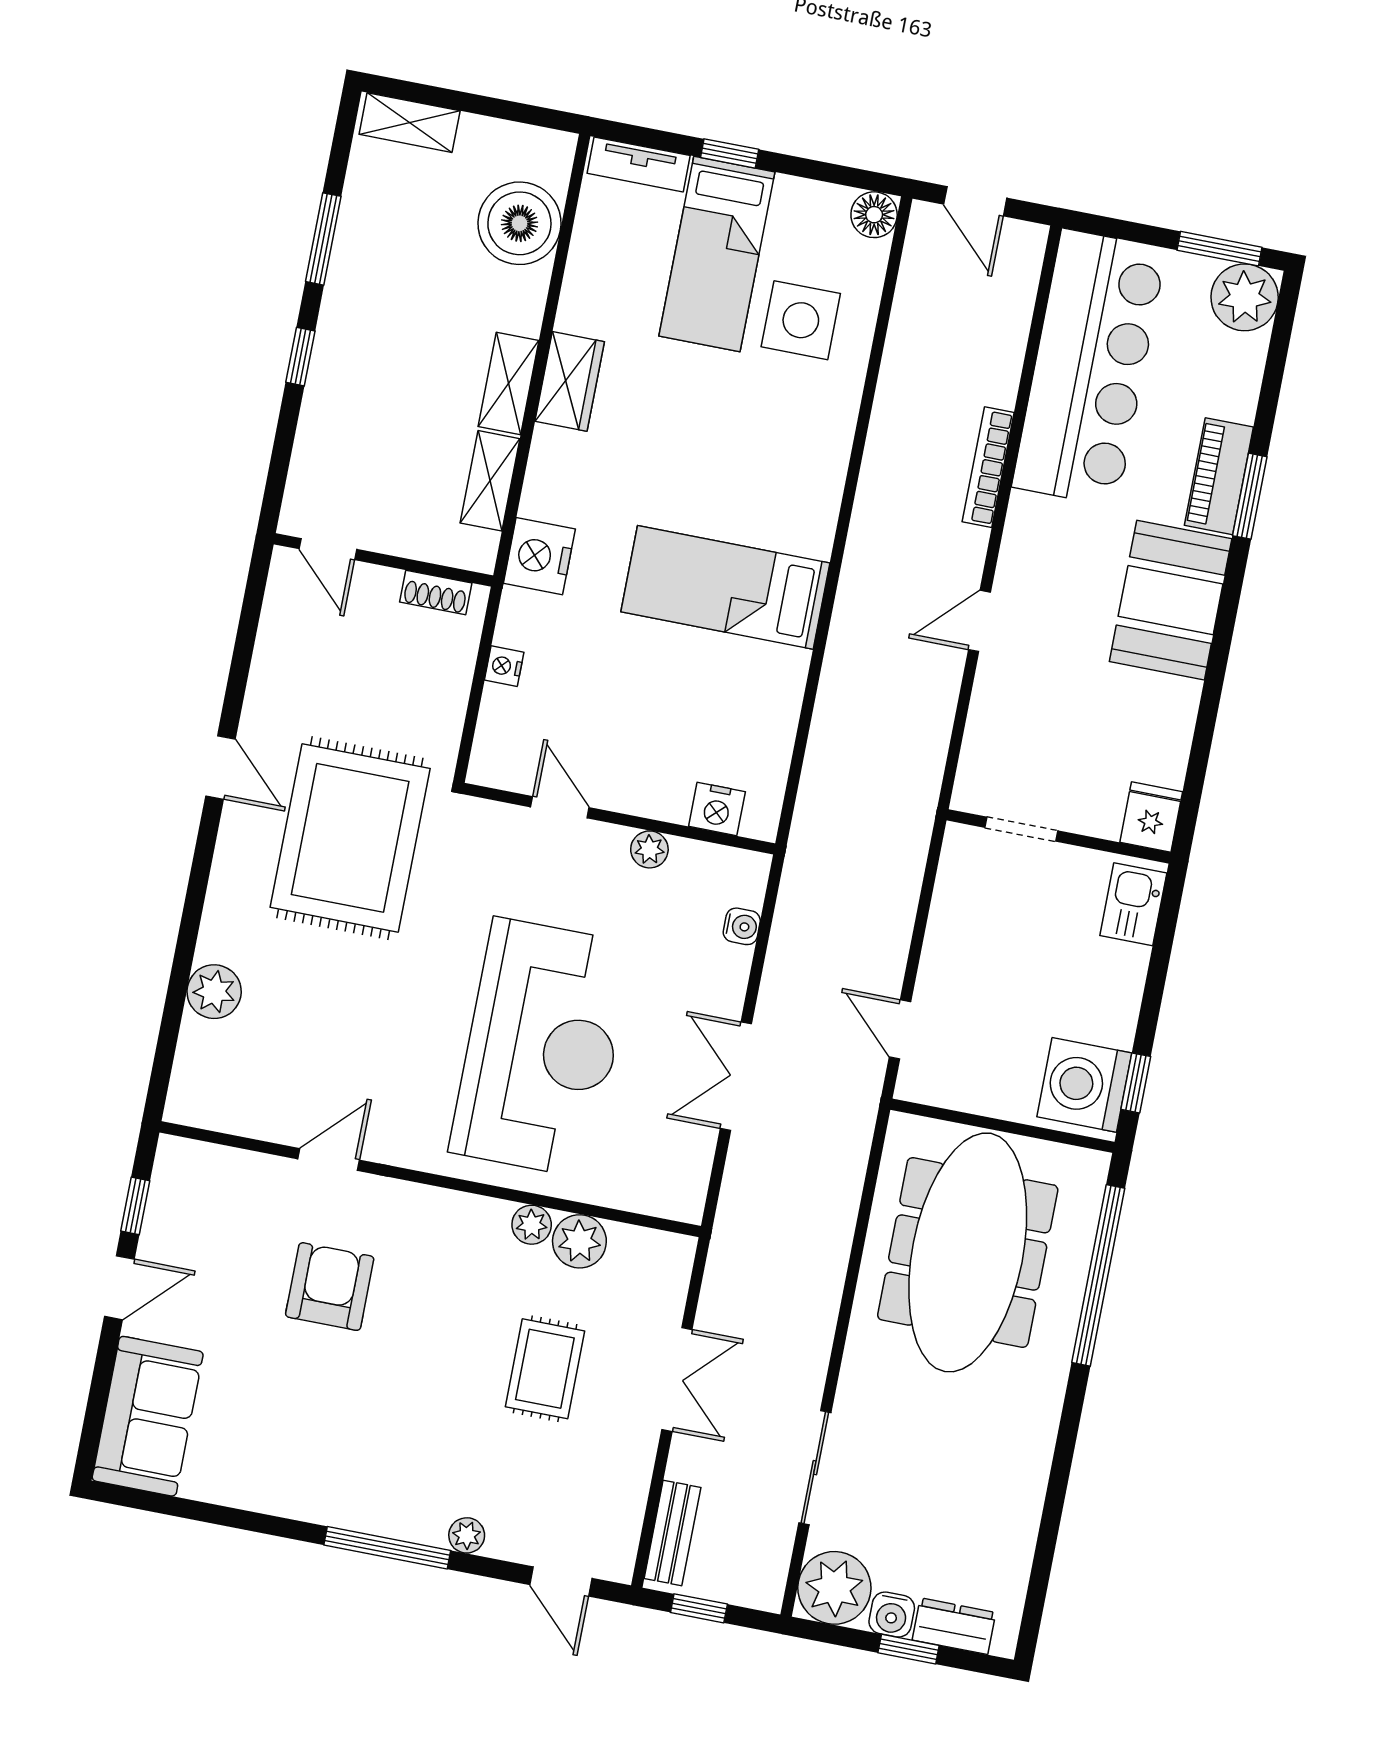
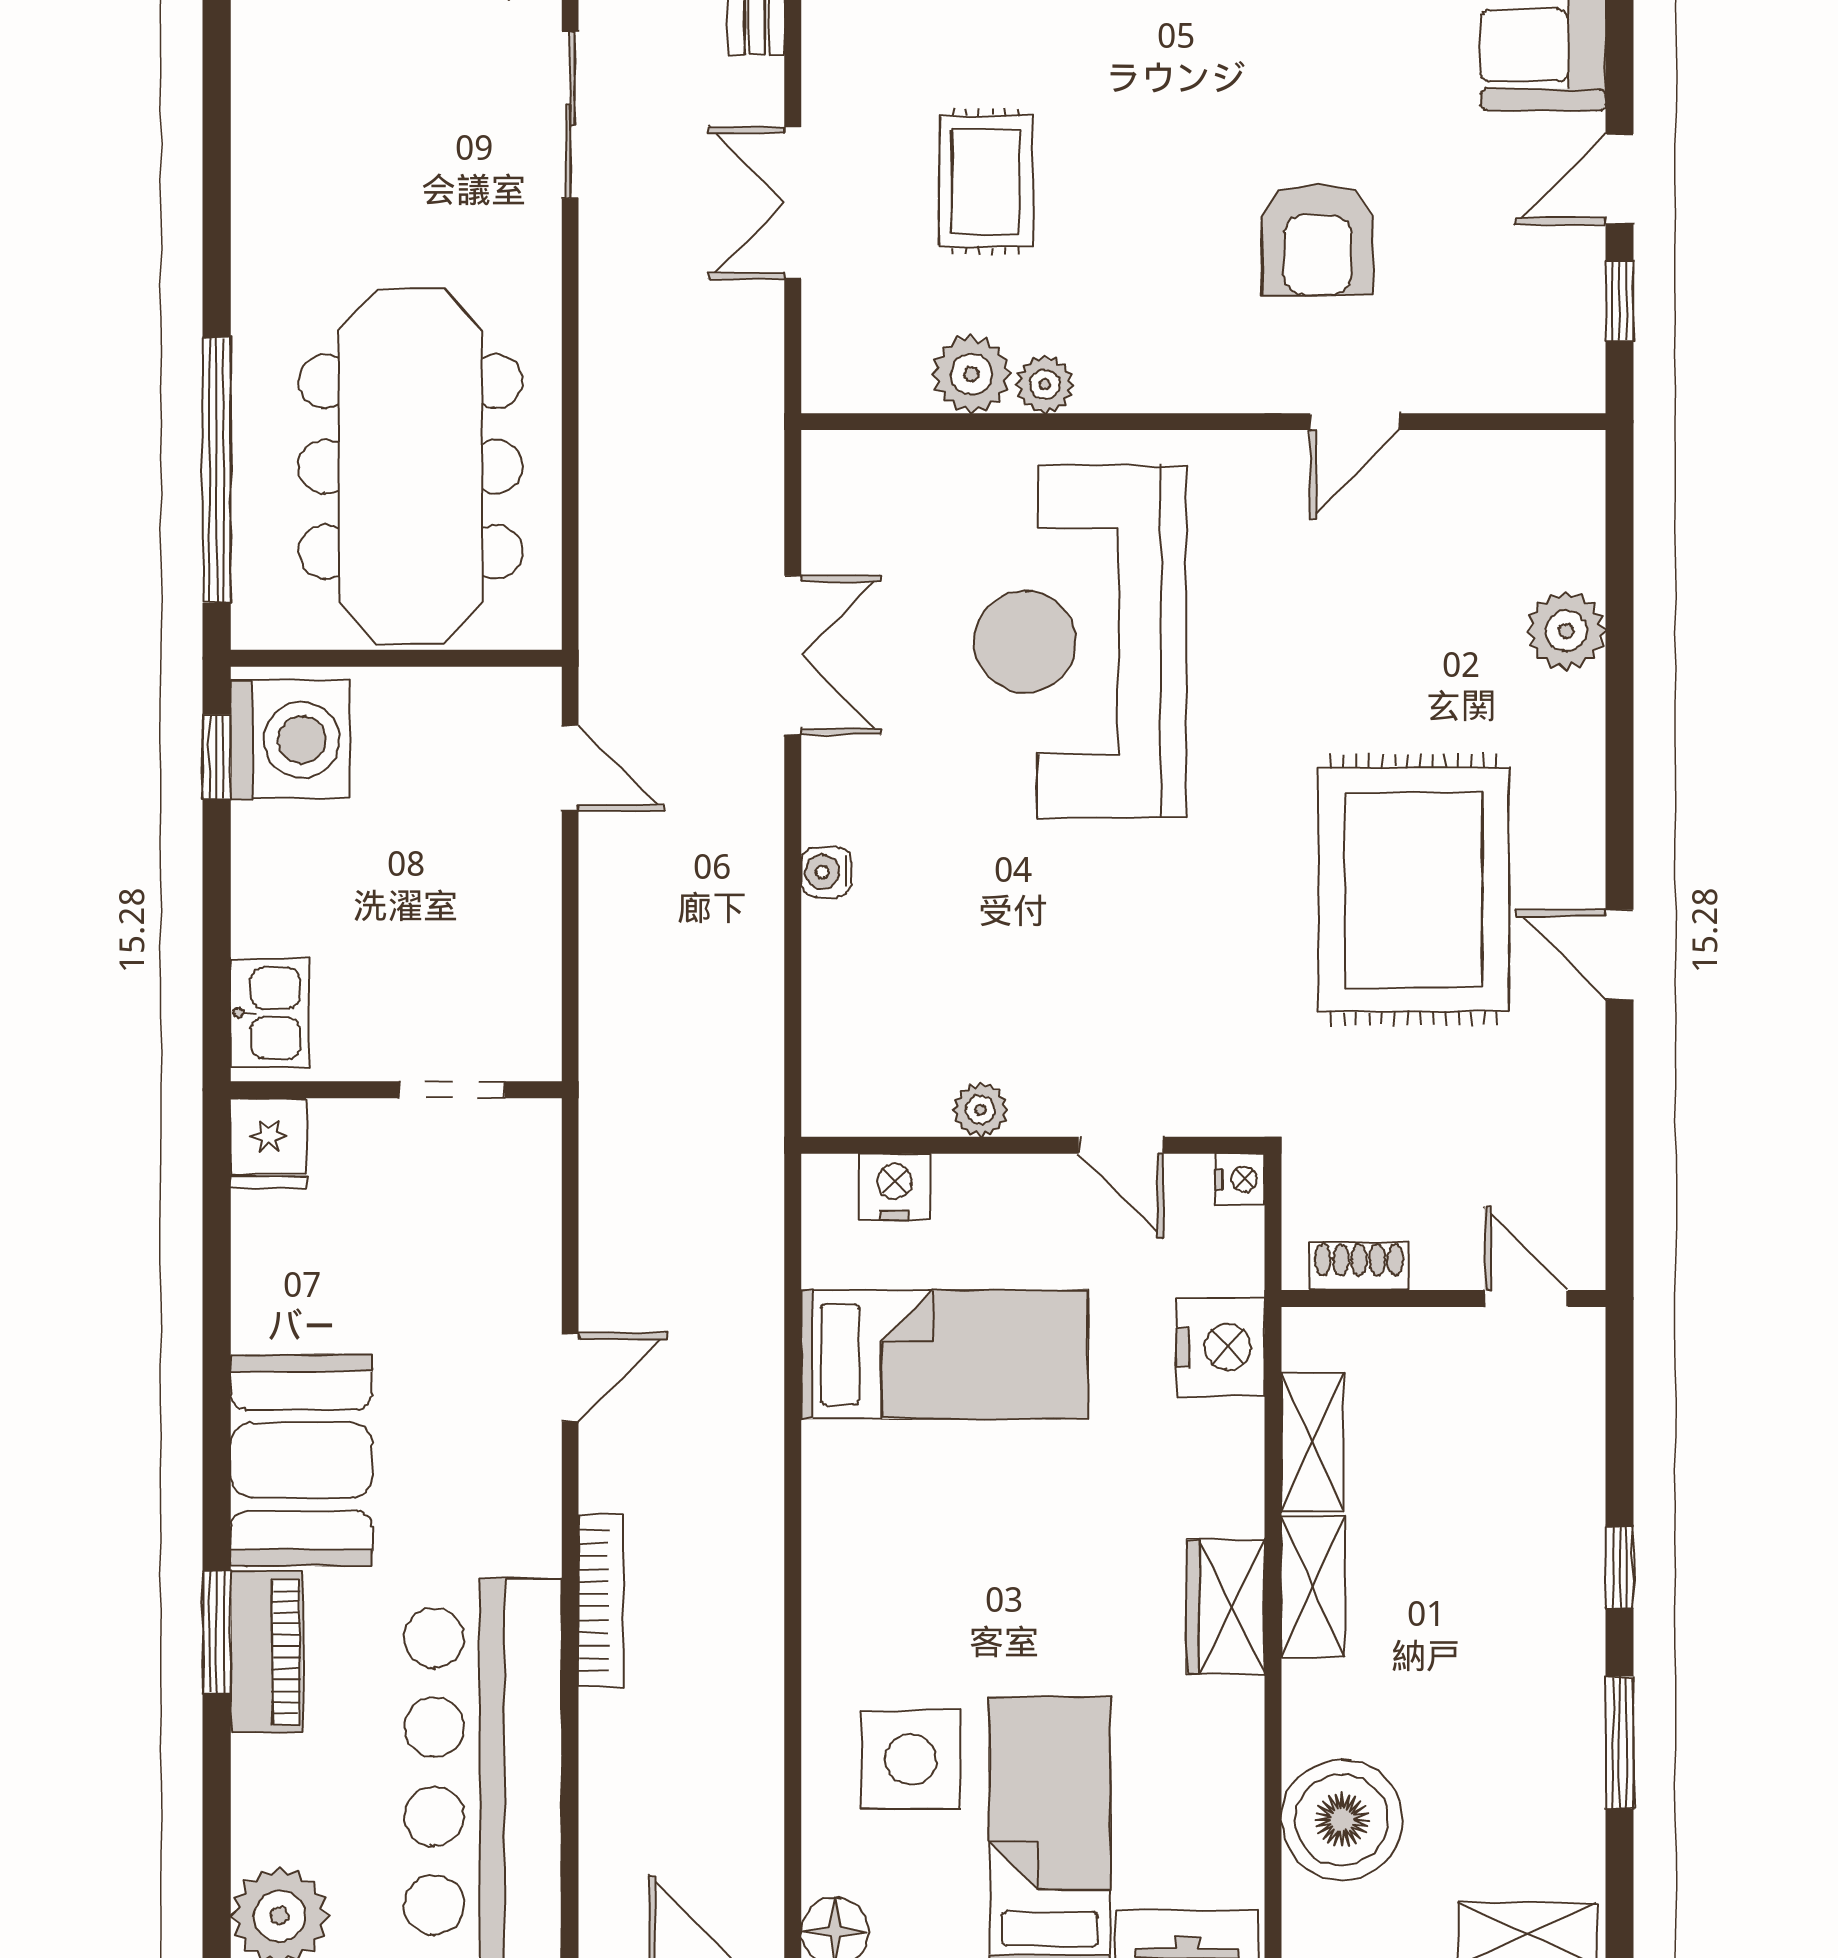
door: (560, 807) -> (1121, 1145), moved
nightstand: (717, 809) -> (895, 1187), moved
wall: (619, 819) -> (1033, 1145), moved
plant: (649, 849) -> (980, 1110), moved

